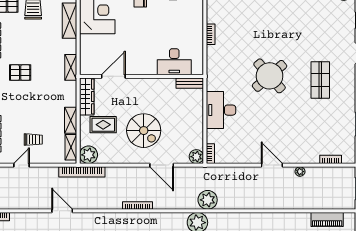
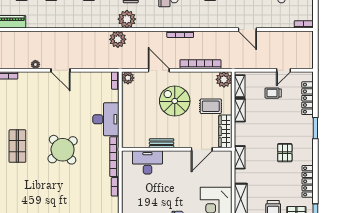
bookcase: (211, 68) -> (114, 157), added
pallet: (20, 73) -> (285, 153), turned 90
bench: (190, 83) -> (162, 143), moved
bookcase: (82, 172) -> (200, 64), moved

